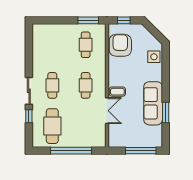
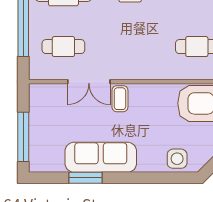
cafe table: (86, 85) -> (63, 47), moved

